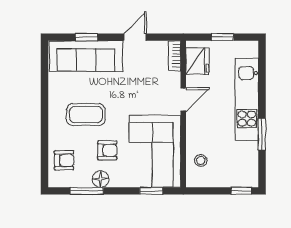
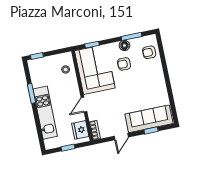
coffee table: (86, 114) -> (142, 83), removed

